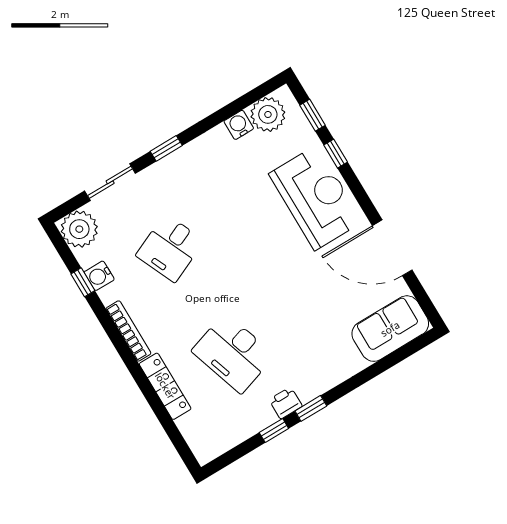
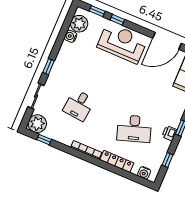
desk: (170, 248) -> (79, 105), turned 30
water cooler: (99, 276) -> (144, 173), moved
window: (83, 282) -> (44, 140), moved
window: (274, 431) -> (168, 160), moved

